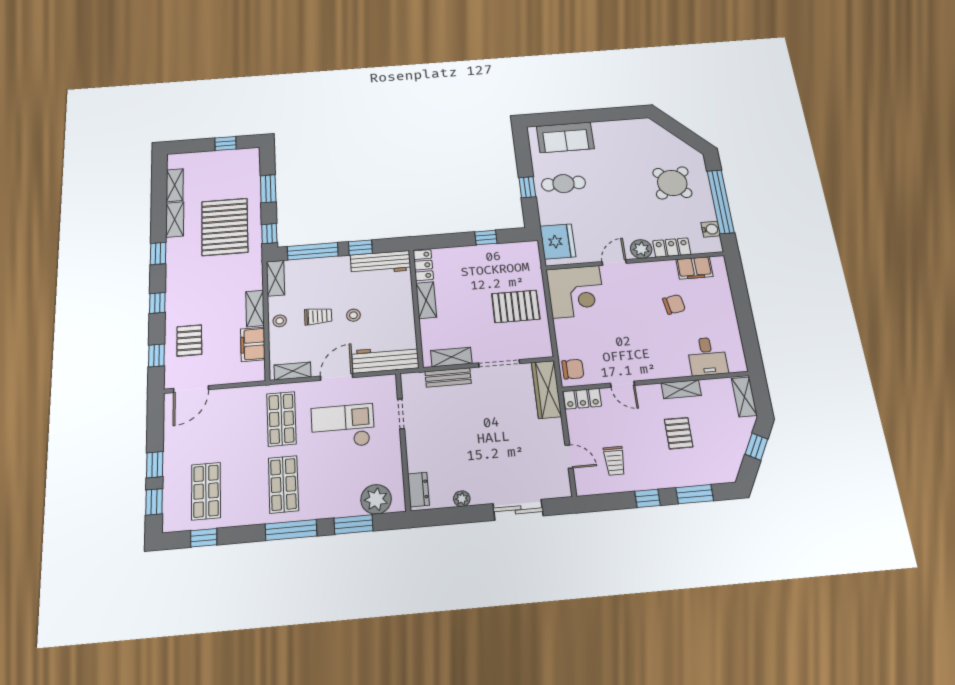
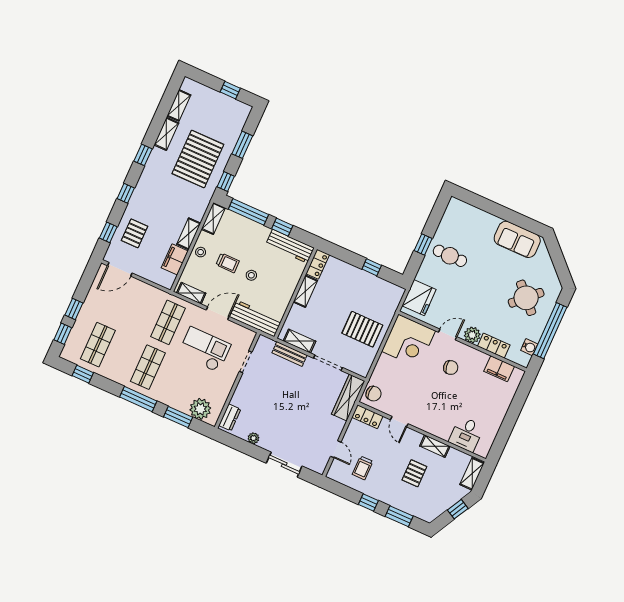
sofa: (565, 137) -> (517, 239), moved
chair: (674, 304) -> (451, 368), moved

